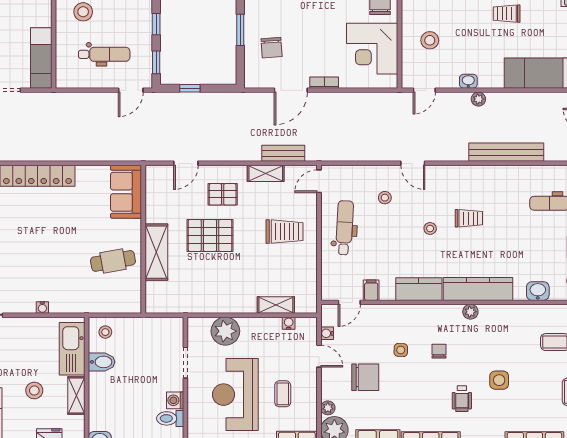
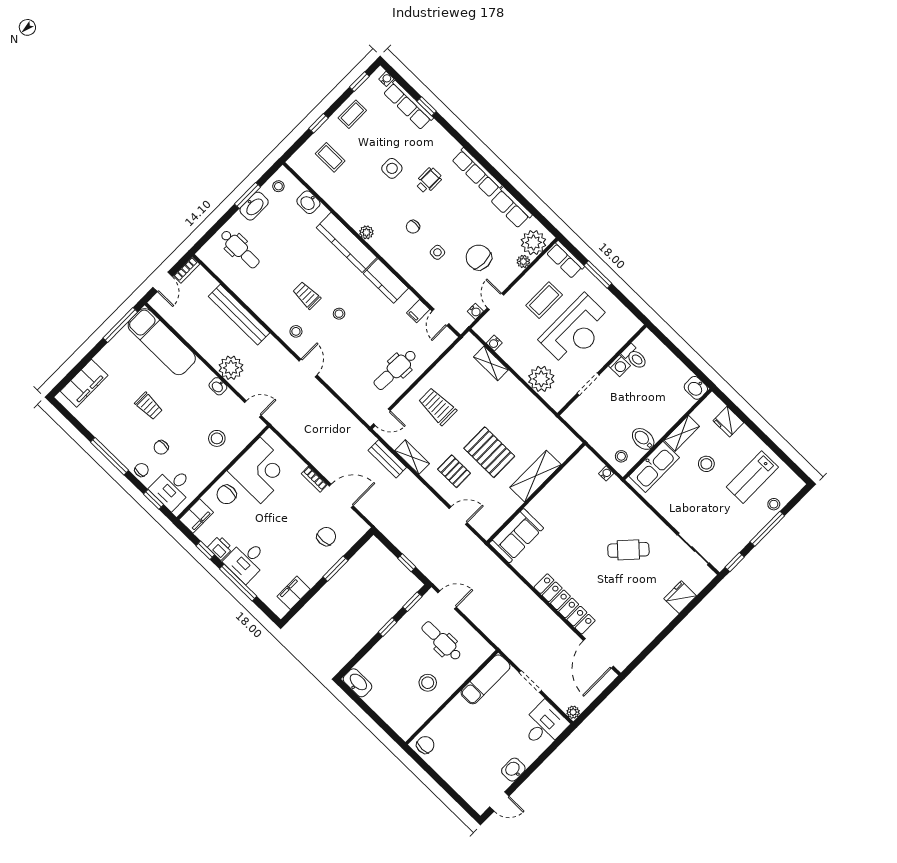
plant: (478, 99) -> (231, 368), width x1.88, depth x1.88
stool: (385, 198) -> (296, 331), moved
cafe table: (113, 261) -> (628, 550), moved, turned -37
door: (349, 302) -> (441, 317), swing flipped
water cooler: (42, 307) -> (606, 473), moved
coffee table: (283, 394) -> (544, 300), width x1.36, depth x1.30

